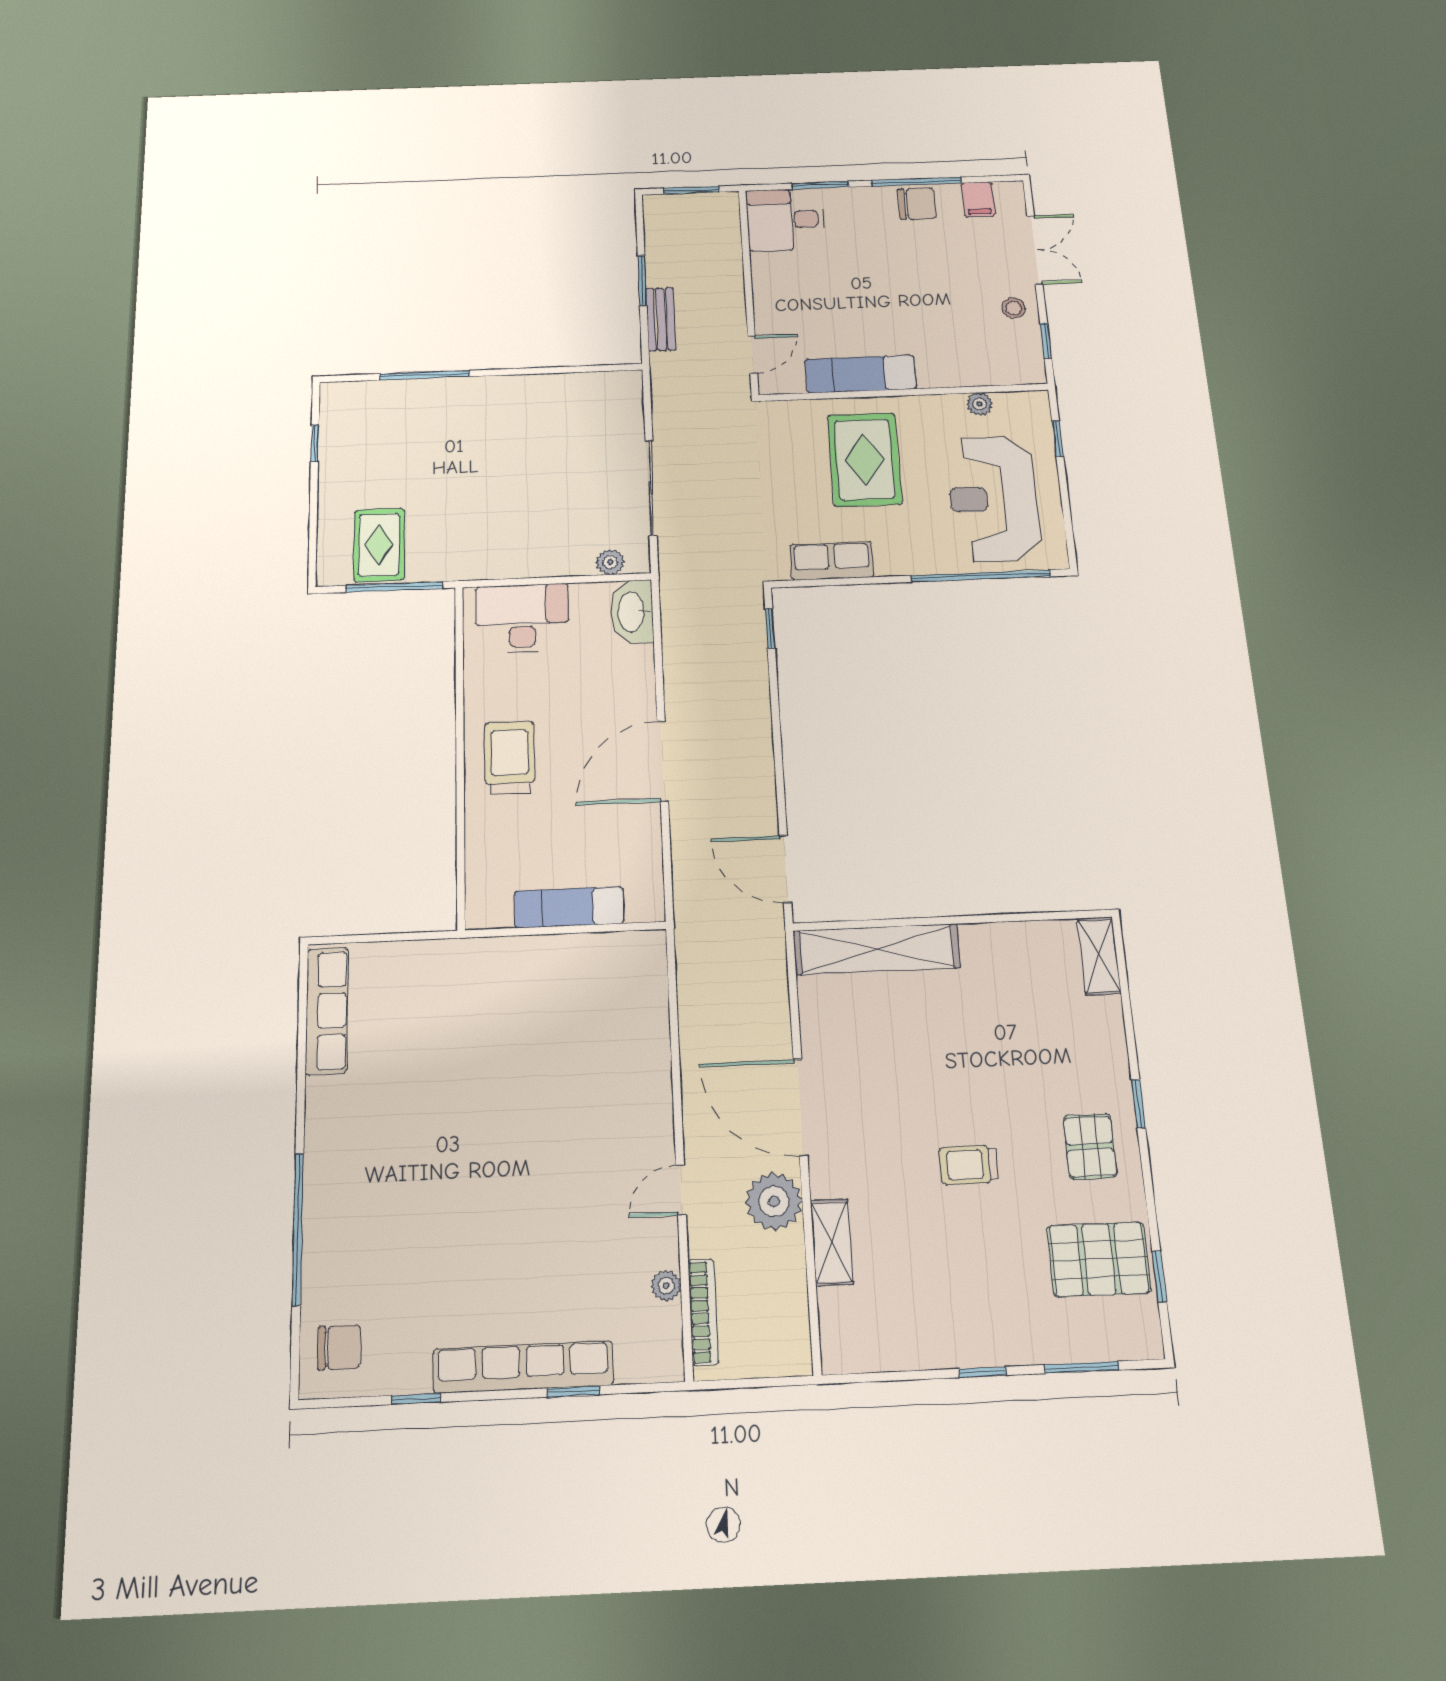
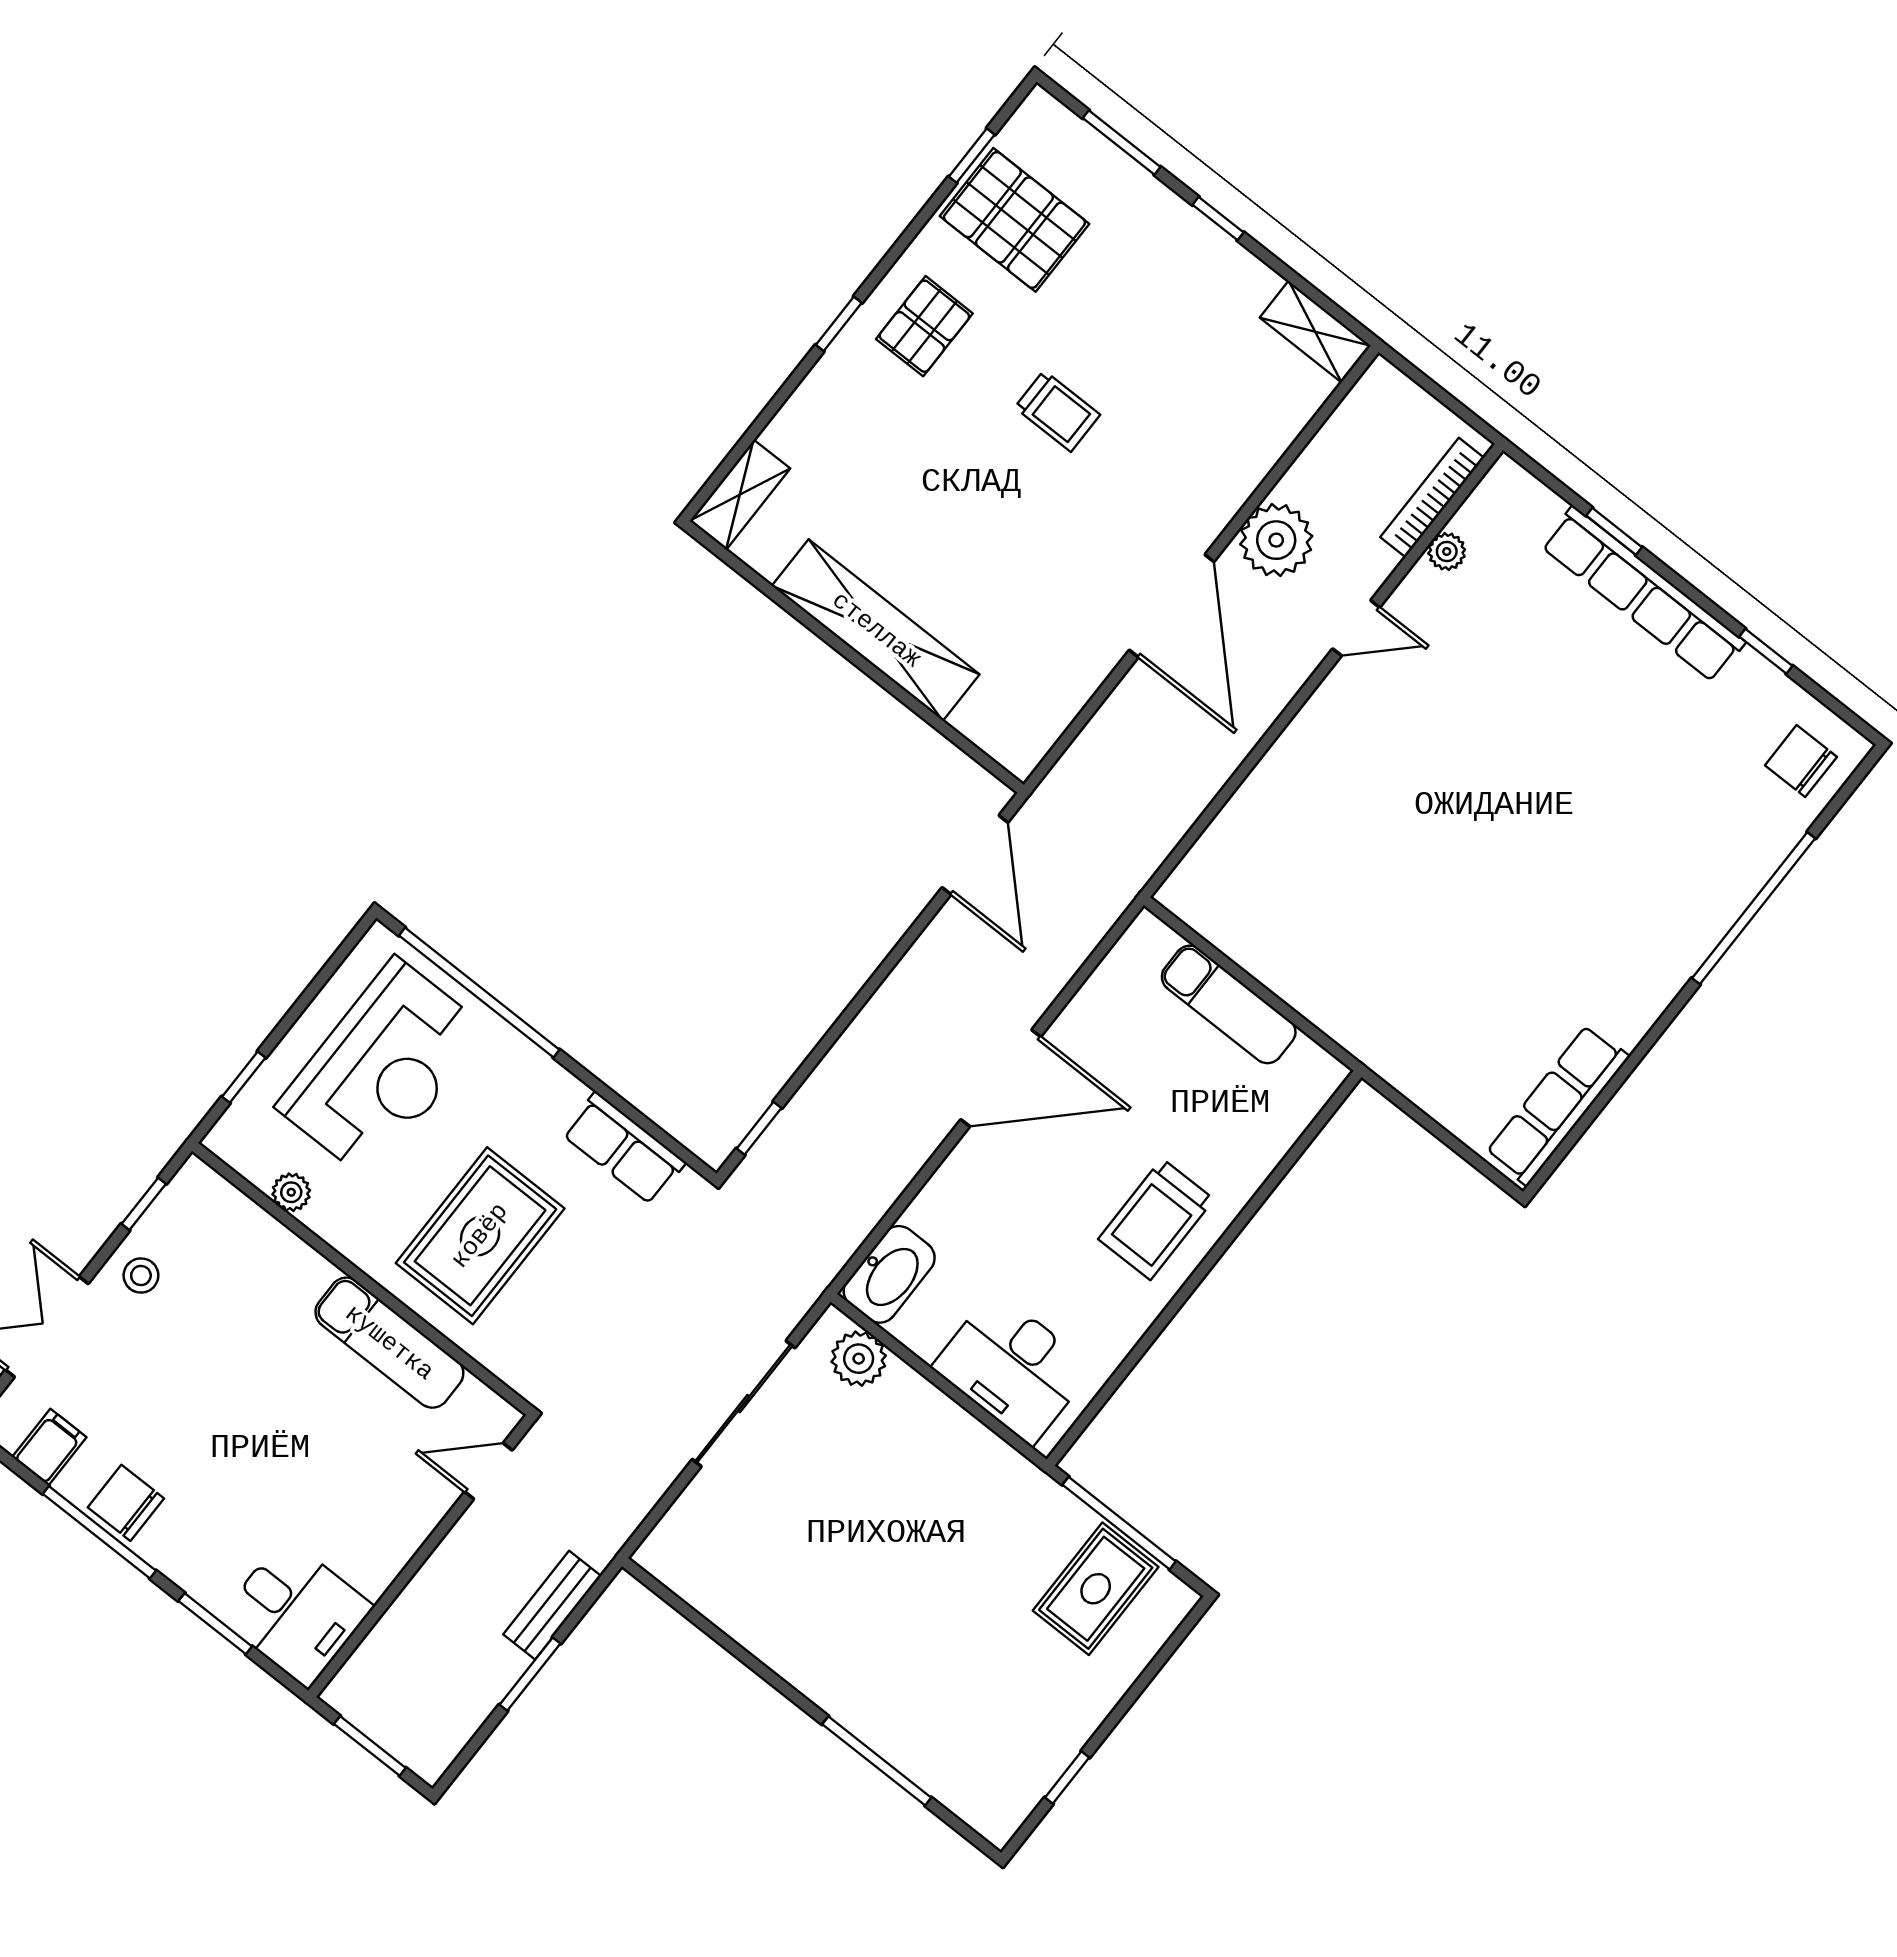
plant: (610, 562) -> (859, 1359), width x1.38, depth x1.38
shelving: (877, 949) -> (876, 630), moved
shelving: (832, 1242) -> (1315, 332), moved, turned 90

